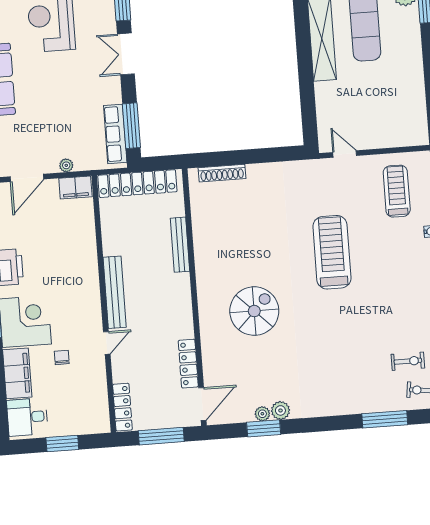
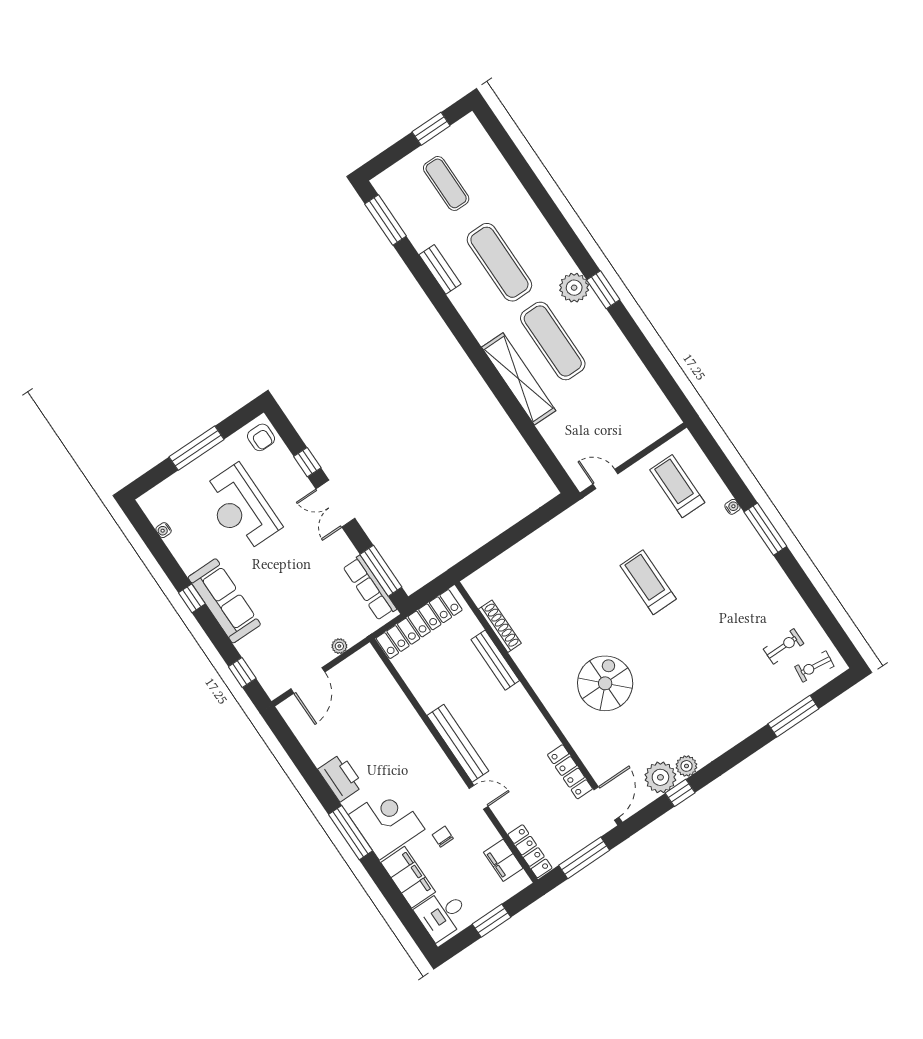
shoe rack: (222, 173) -> (500, 626), moved, turned -90
filing cabinet: (75, 187) -> (503, 860), moved, turned 90
treadmill: (332, 252) -> (648, 582), width x0.73, depth x0.73
door: (107, 343) -> (479, 797), hinge flipped
plant: (262, 414) -> (660, 777), width x1.88, depth x1.88
window: (264, 428) -> (680, 793), width x0.67

